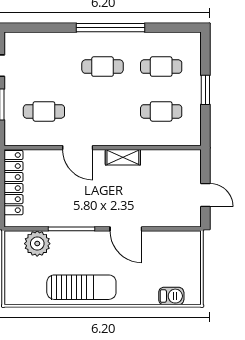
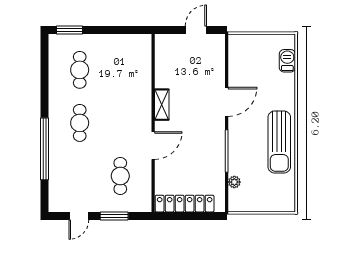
window: (110, 28) -> (44, 149), moved
window: (205, 90) -> (70, 30), moved
cafe table: (161, 111) -> (120, 70), removed
plant: (37, 244) -> (234, 182), width x0.53, depth x0.53
sun lounger: (81, 287) -> (279, 142), turned 180

